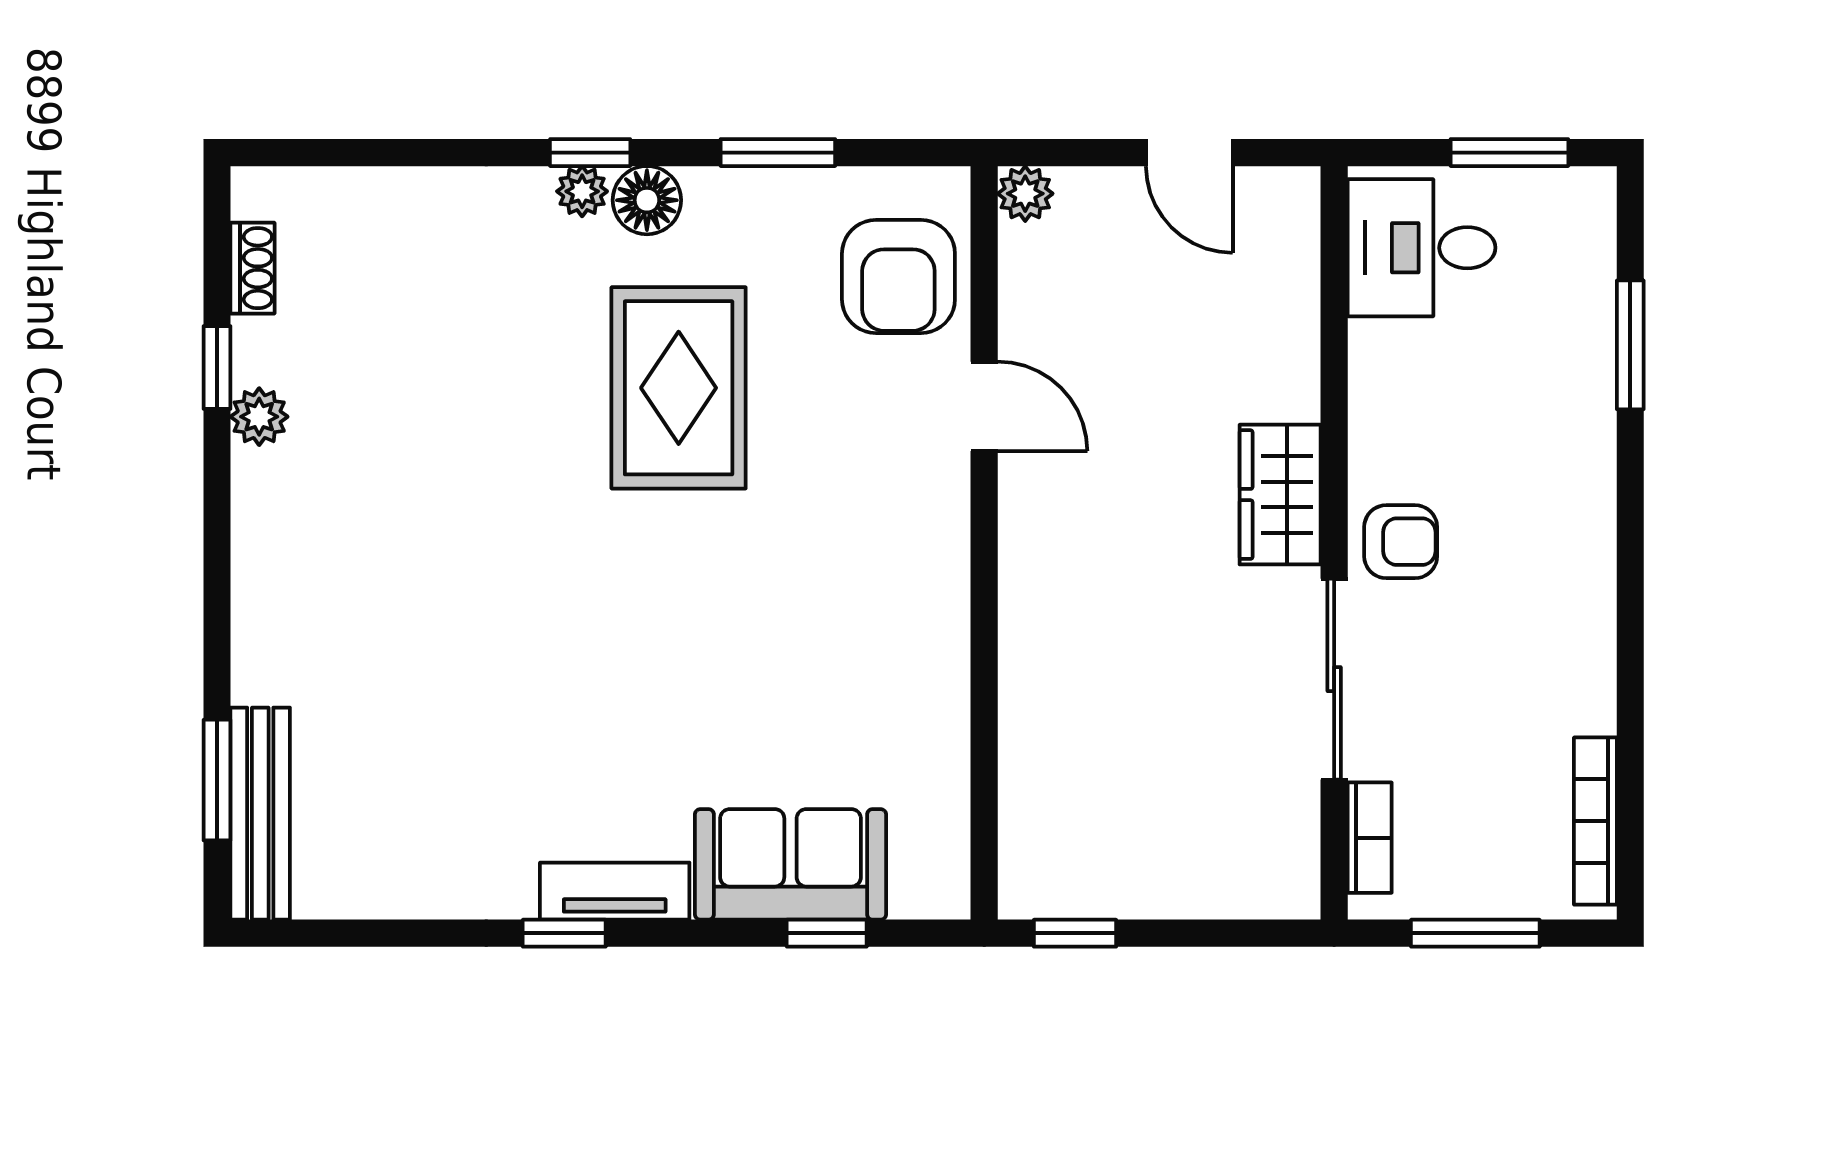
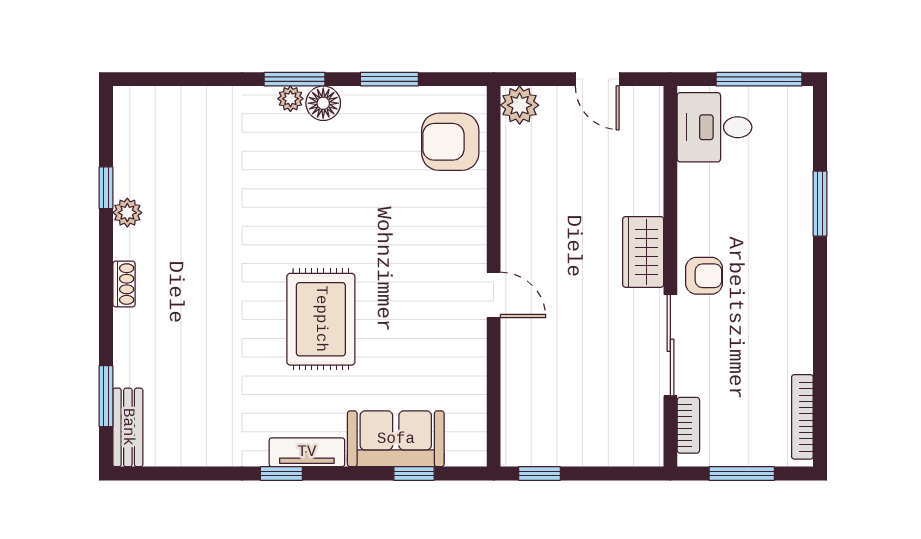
window: (590, 153) -> (295, 79), width x1.50
window: (1509, 153) -> (759, 79), width x1.44
plant: (1025, 194) -> (520, 105), width x1.38, depth x1.38
shoe rack: (253, 268) -> (124, 284), moved
armchair: (898, 276) -> (450, 142), turned 90
window: (1630, 345) -> (820, 204), moved
rug: (679, 388) -> (321, 319), moved
door: (984, 406) -> (494, 295), moved
bench: (260, 814) -> (128, 427), width x0.73

